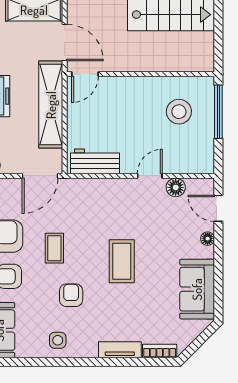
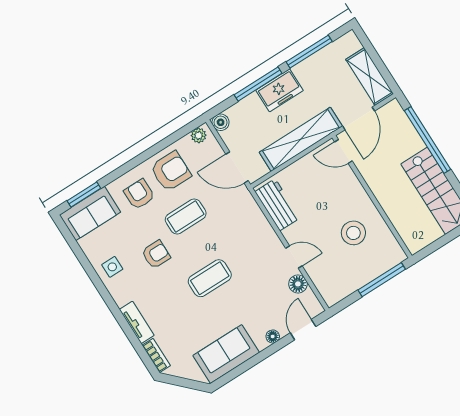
stool: (179, 112) -> (353, 233), moved
coffee table: (54, 248) -> (186, 216), width x1.36, depth x1.30

